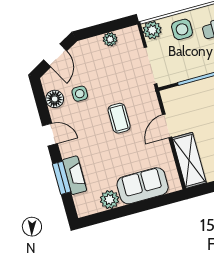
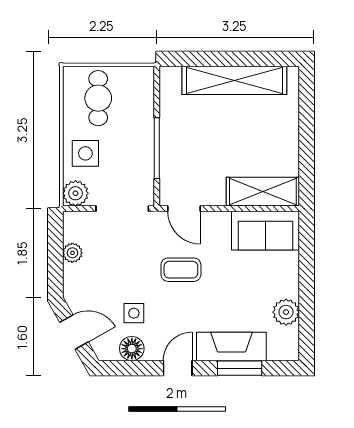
door: (167, 126) -> (184, 209), moved
fireplace: (75, 175) -> (231, 346), width x1.37, depth x1.32
sofa: (143, 186) -> (265, 231), moved, turned -90

